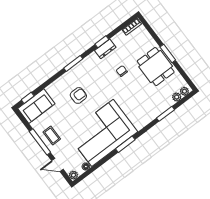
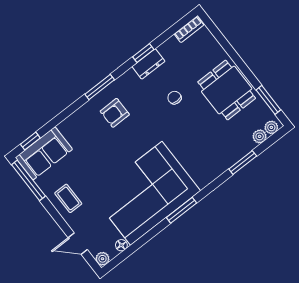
window: (168, 54) -> (268, 100), moved
armchair: (78, 95) -> (115, 113), moved, turned 180
window: (40, 142) -> (28, 180), moved

